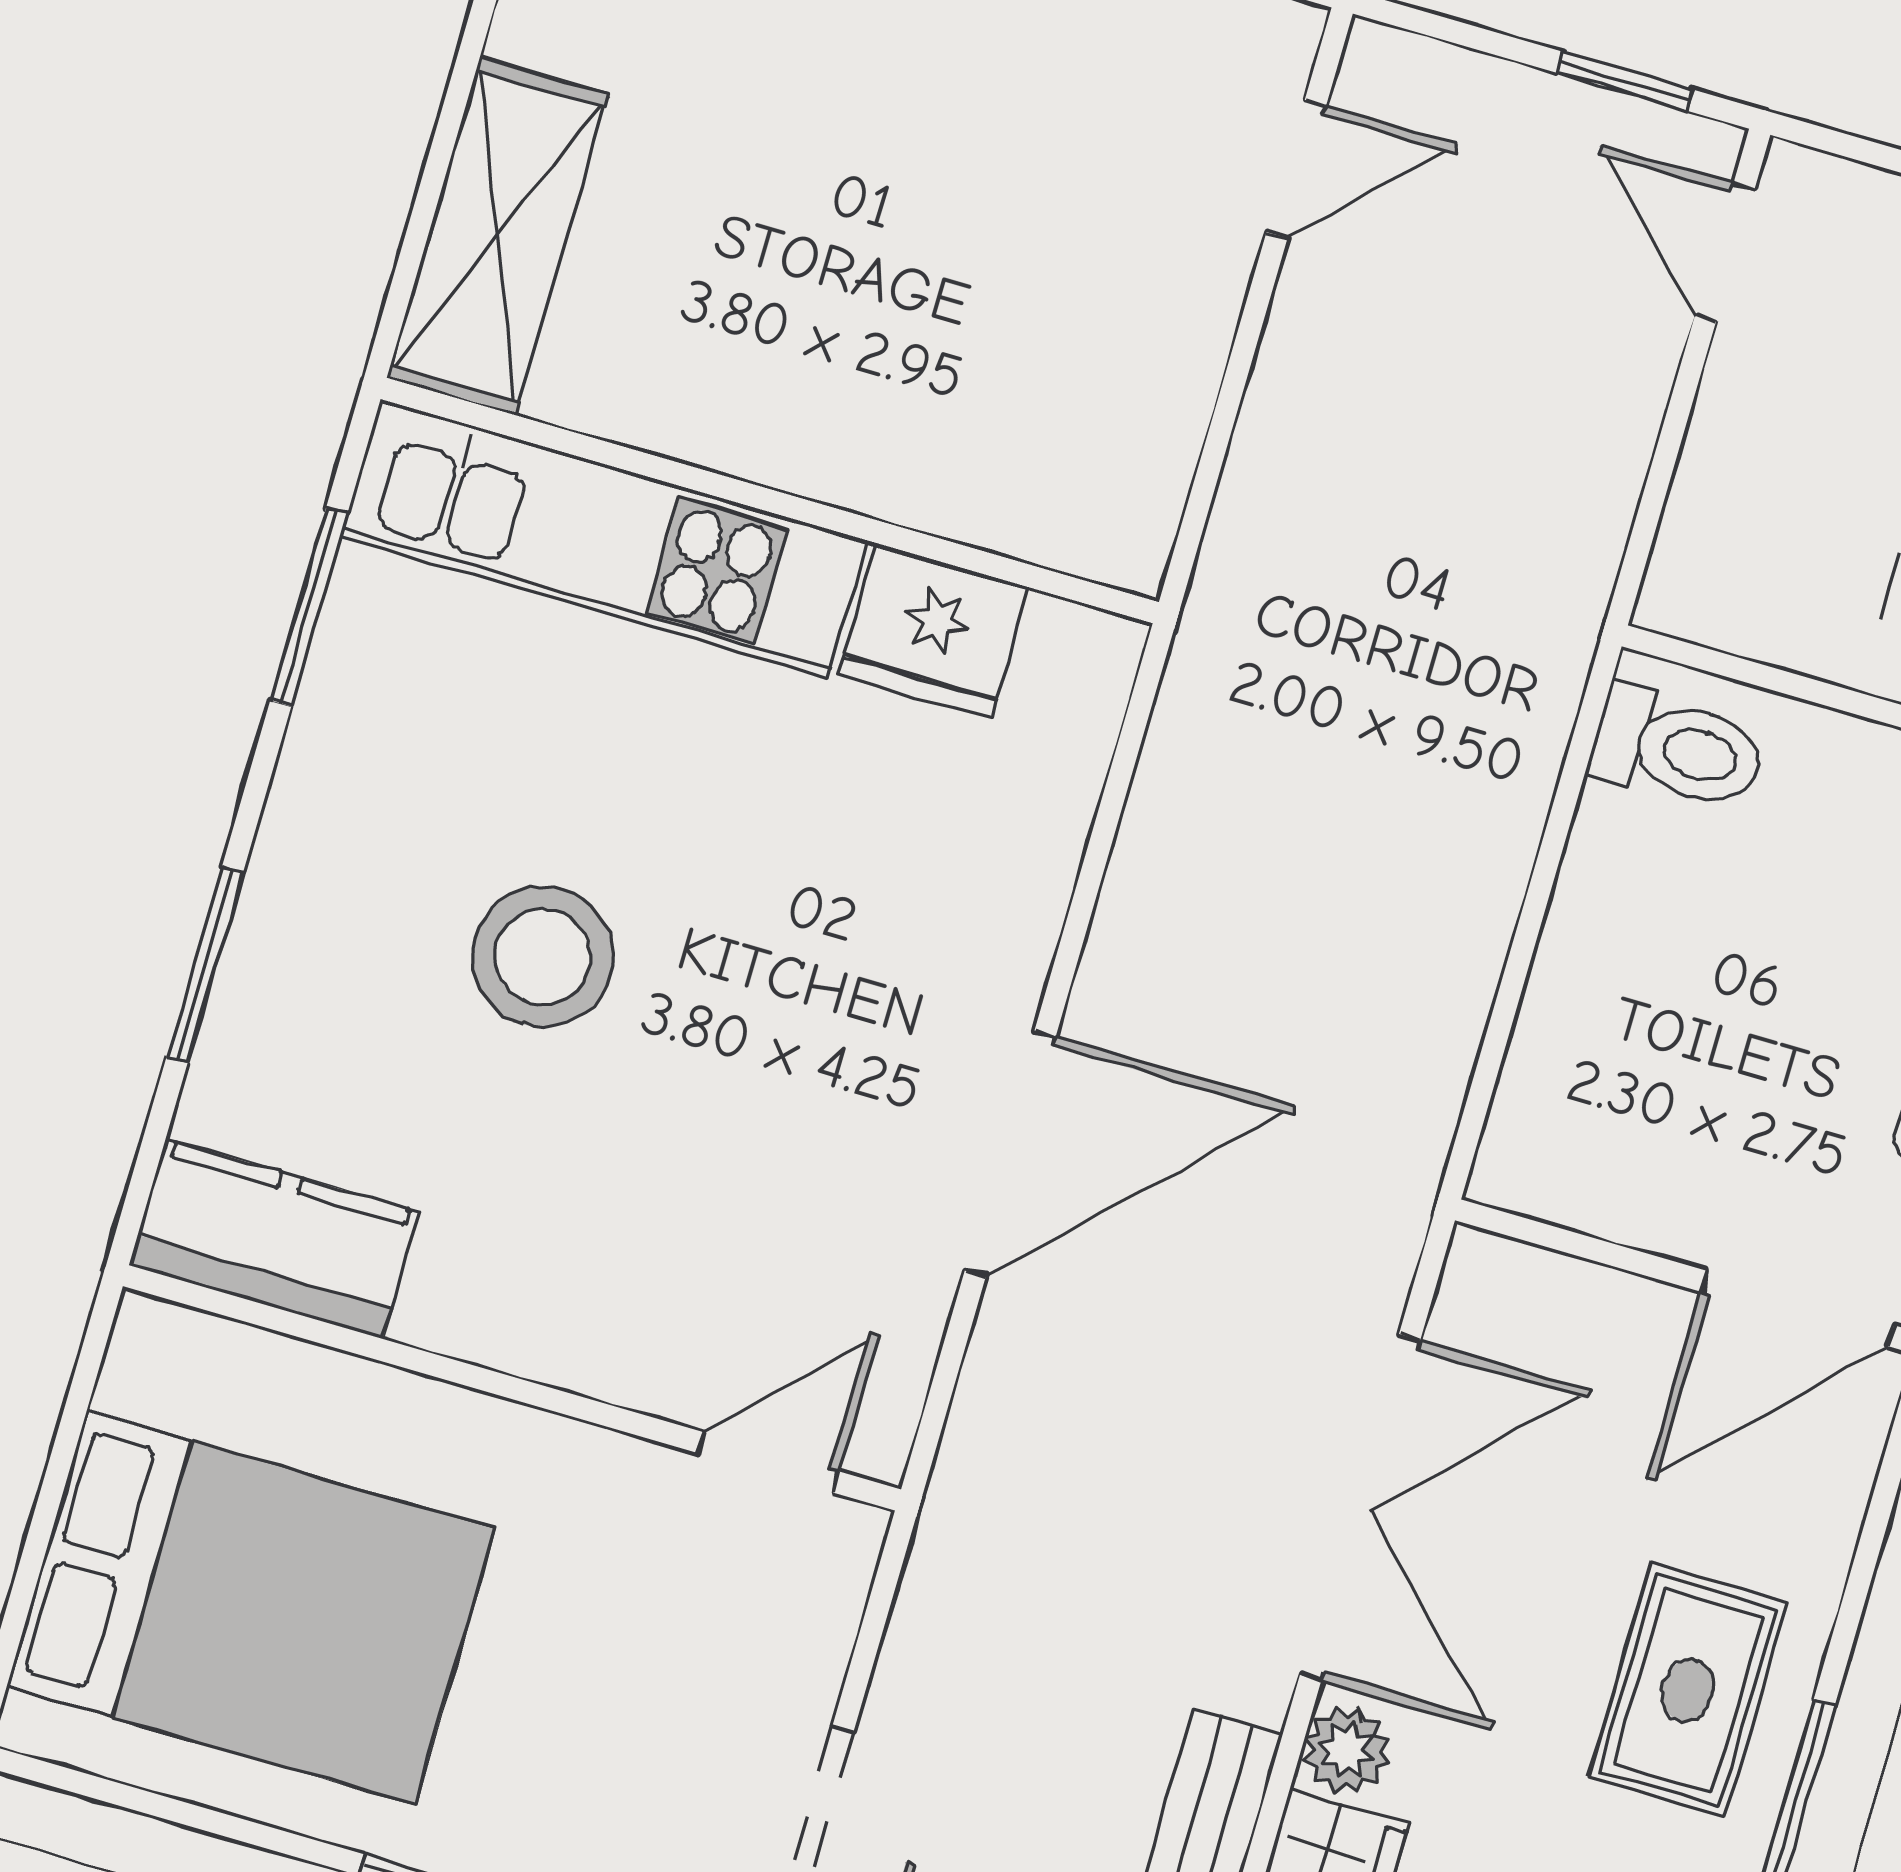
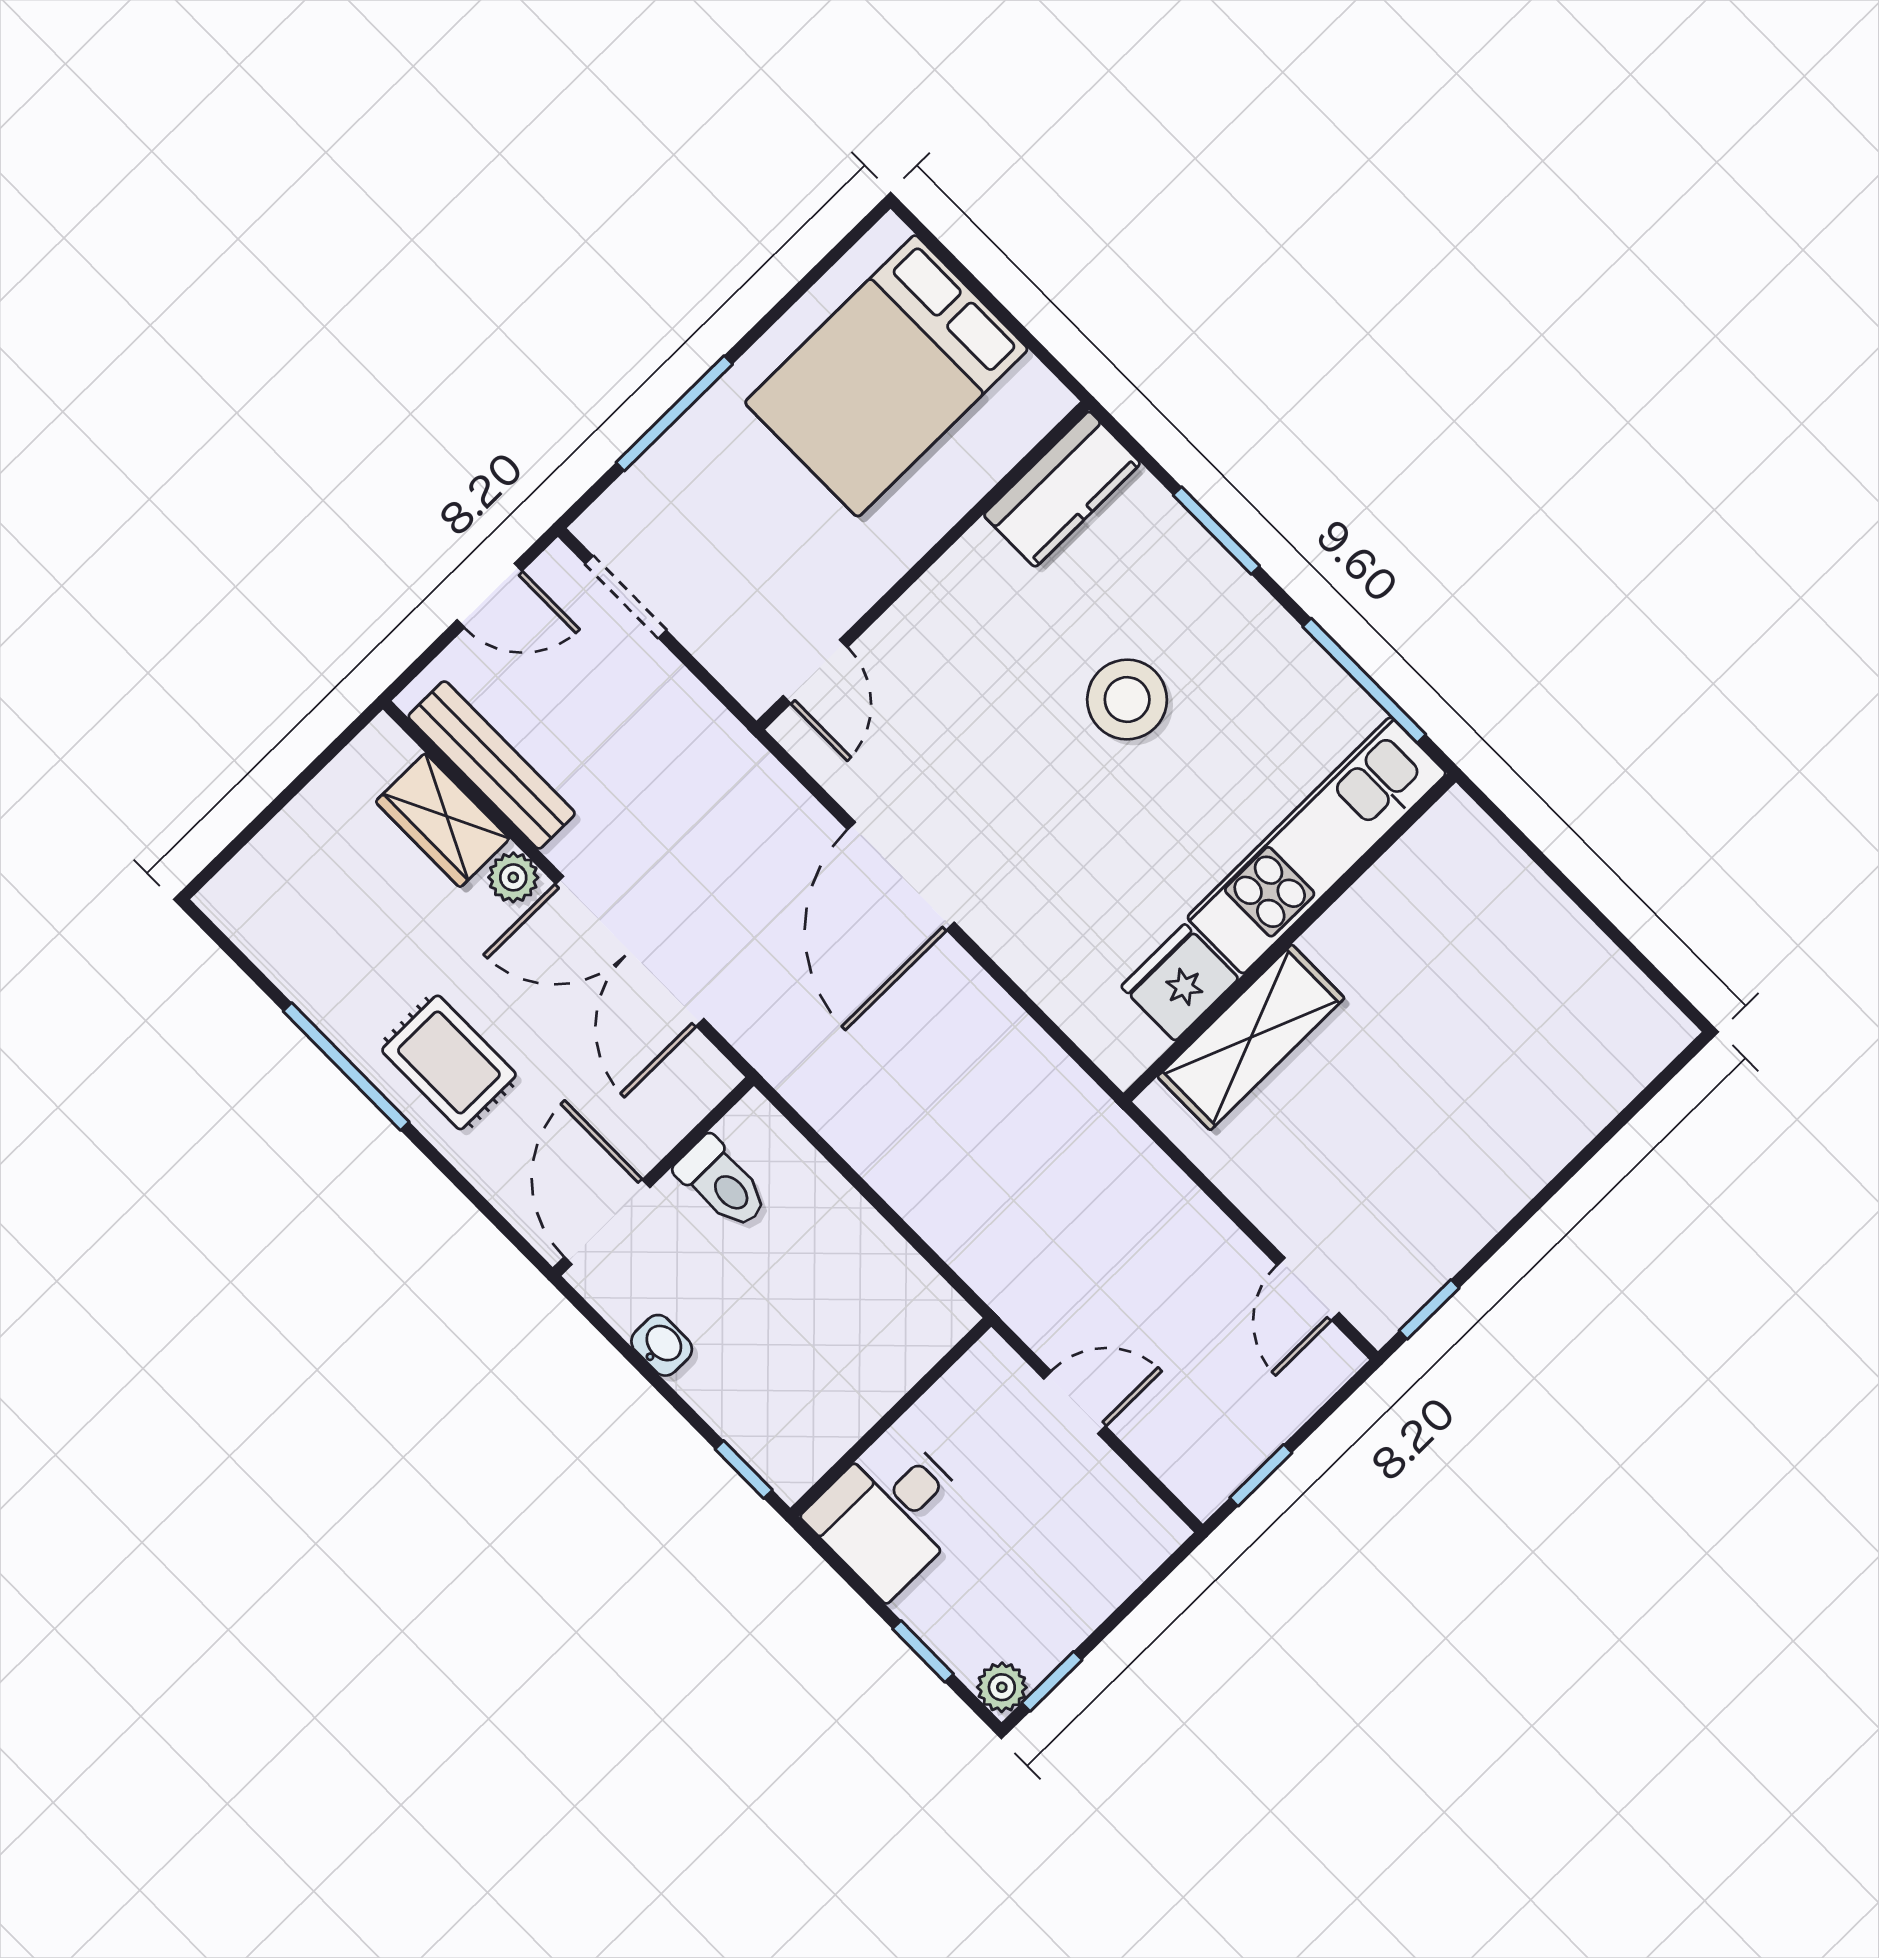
shelving: (497, 236) -> (1251, 1037), moved, turned 90
door: (1725, 252) -> (1075, 1402), moved
window: (309, 607) -> (1364, 680), width x1.44
toilet: (1678, 749) -> (722, 1183), moved, turned -90

